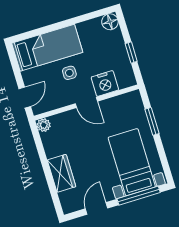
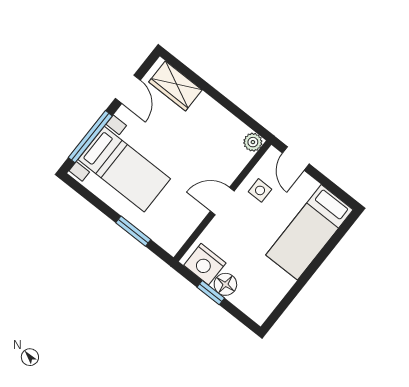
floor lamp: (110, 22) -> (225, 284), moved
side table: (69, 73) -> (260, 190), moved
nightstand: (105, 83) -> (205, 264), moved, turned -90
wardrobe: (61, 173) -> (175, 86), moved

